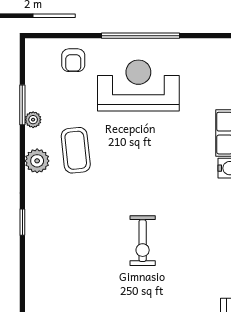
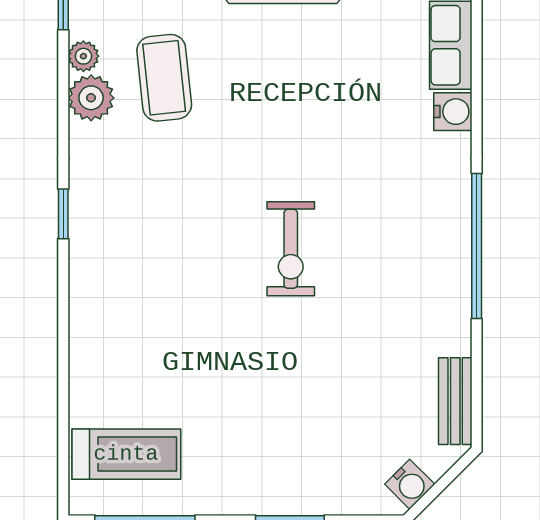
plant: (33, 120) -> (83, 56), moved

